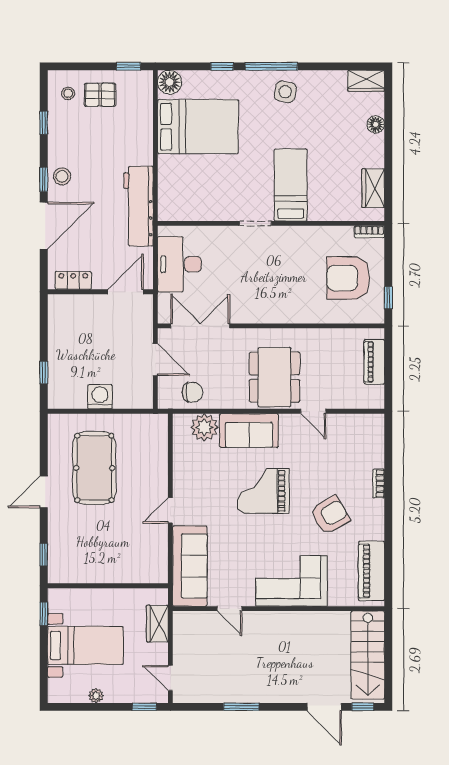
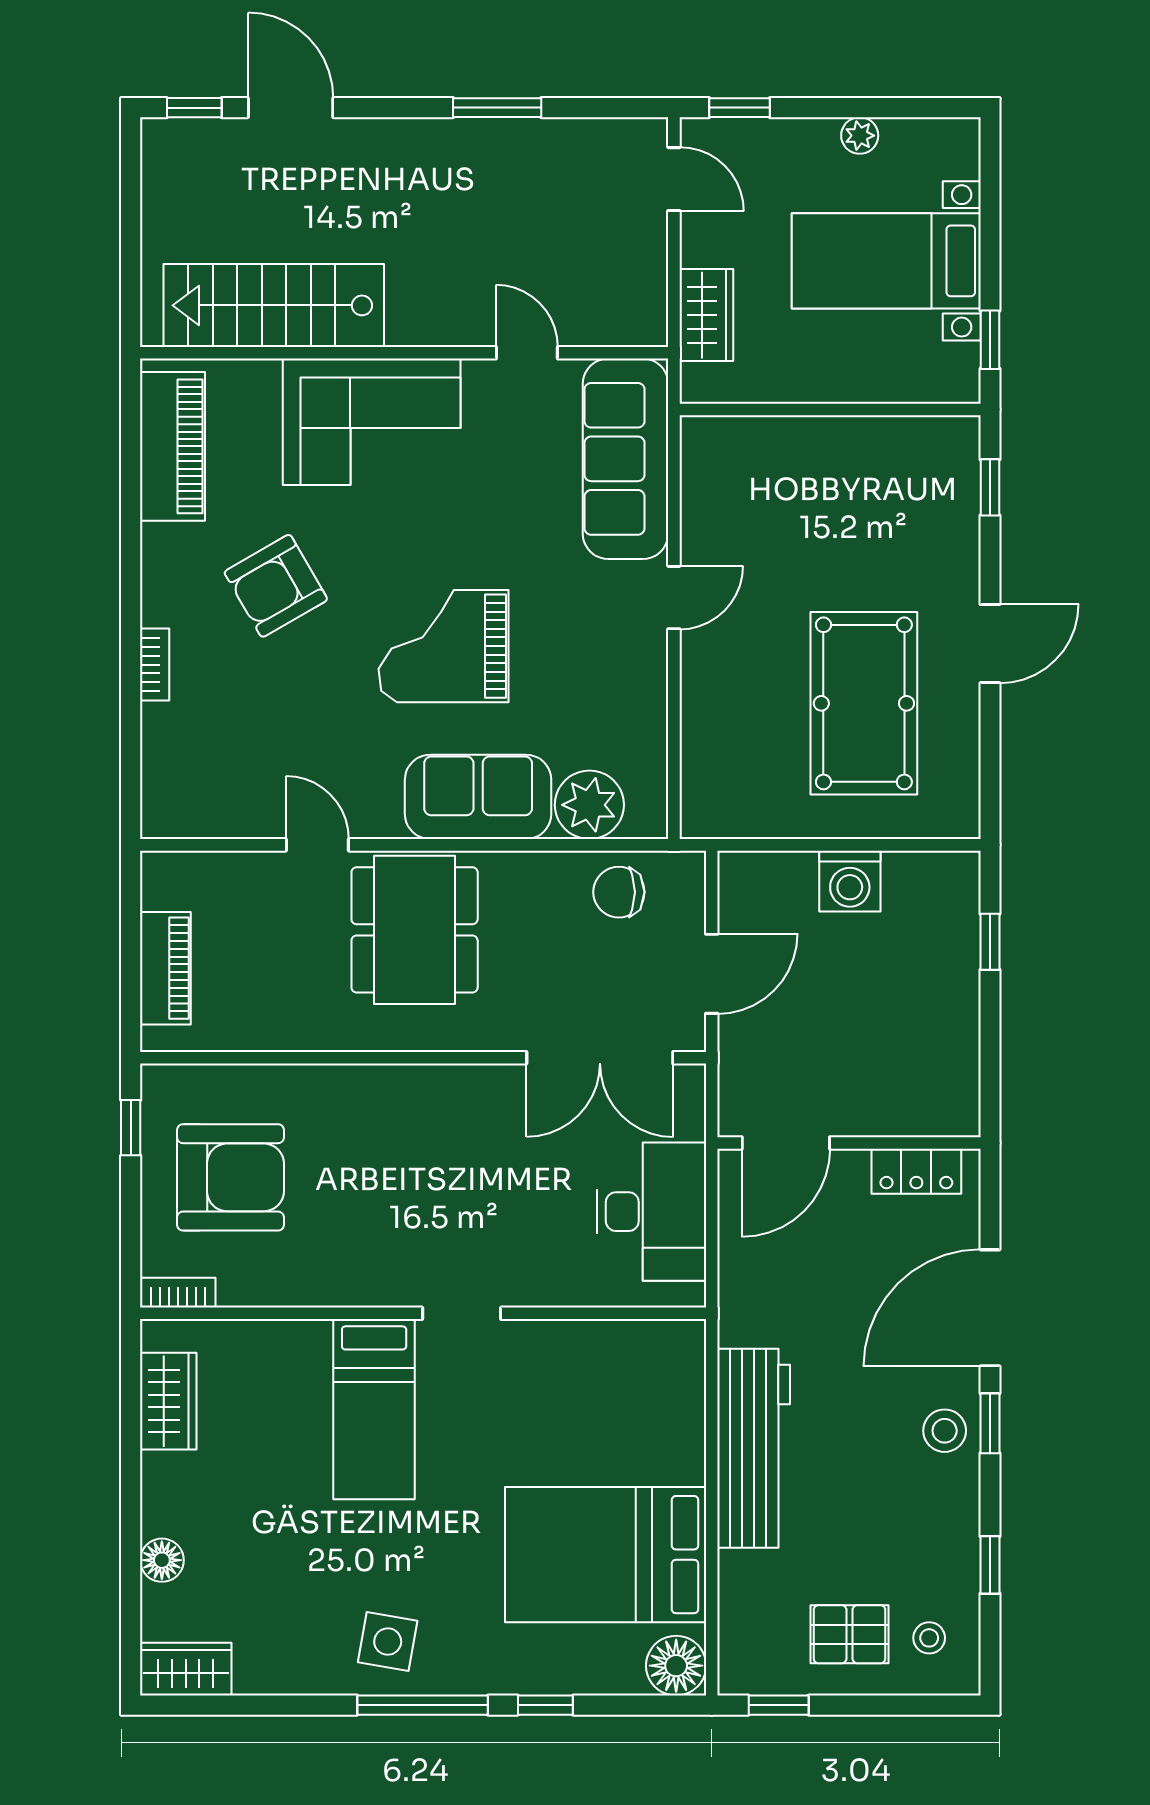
workbench: (138, 206) -> (754, 1448), moved
door: (155, 360) -> (712, 974), swing flipped
grand piano: (263, 491) -> (444, 646), turned 180
stairs: (368, 655) -> (274, 305), moved, turned -90

